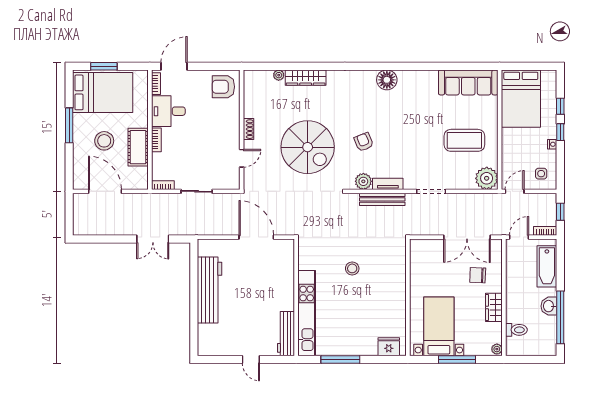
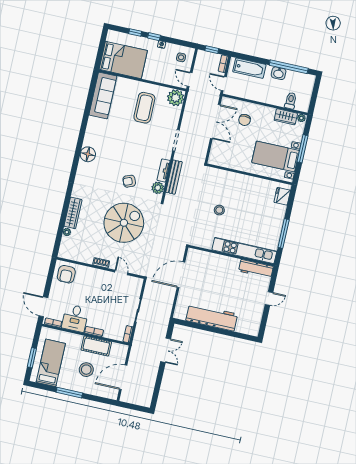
bed: (103, 92) -> (51, 363), width x0.67
wardrobe: (494, 307) -> (286, 117), moved

